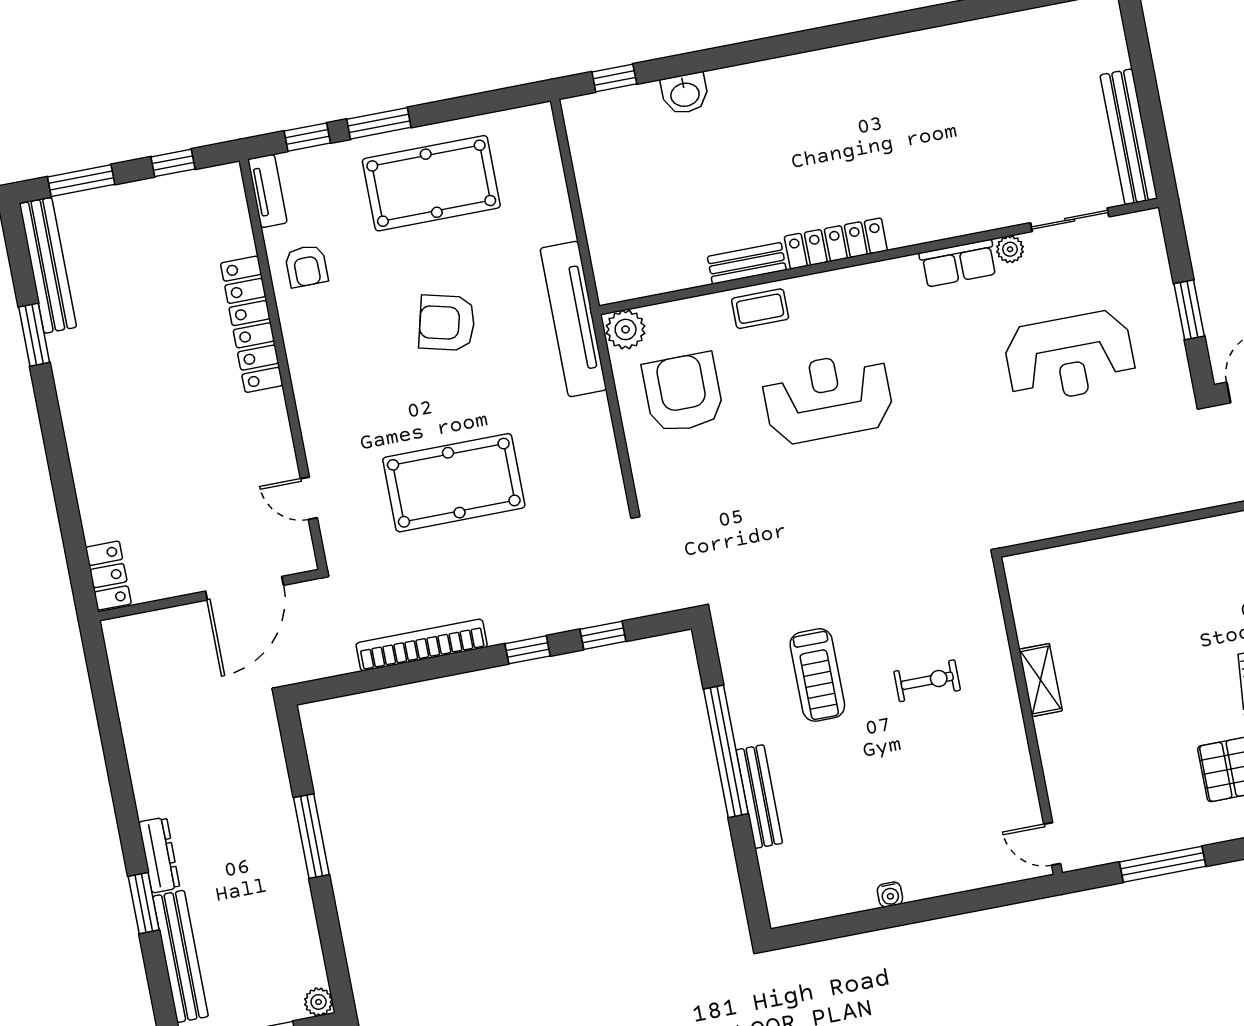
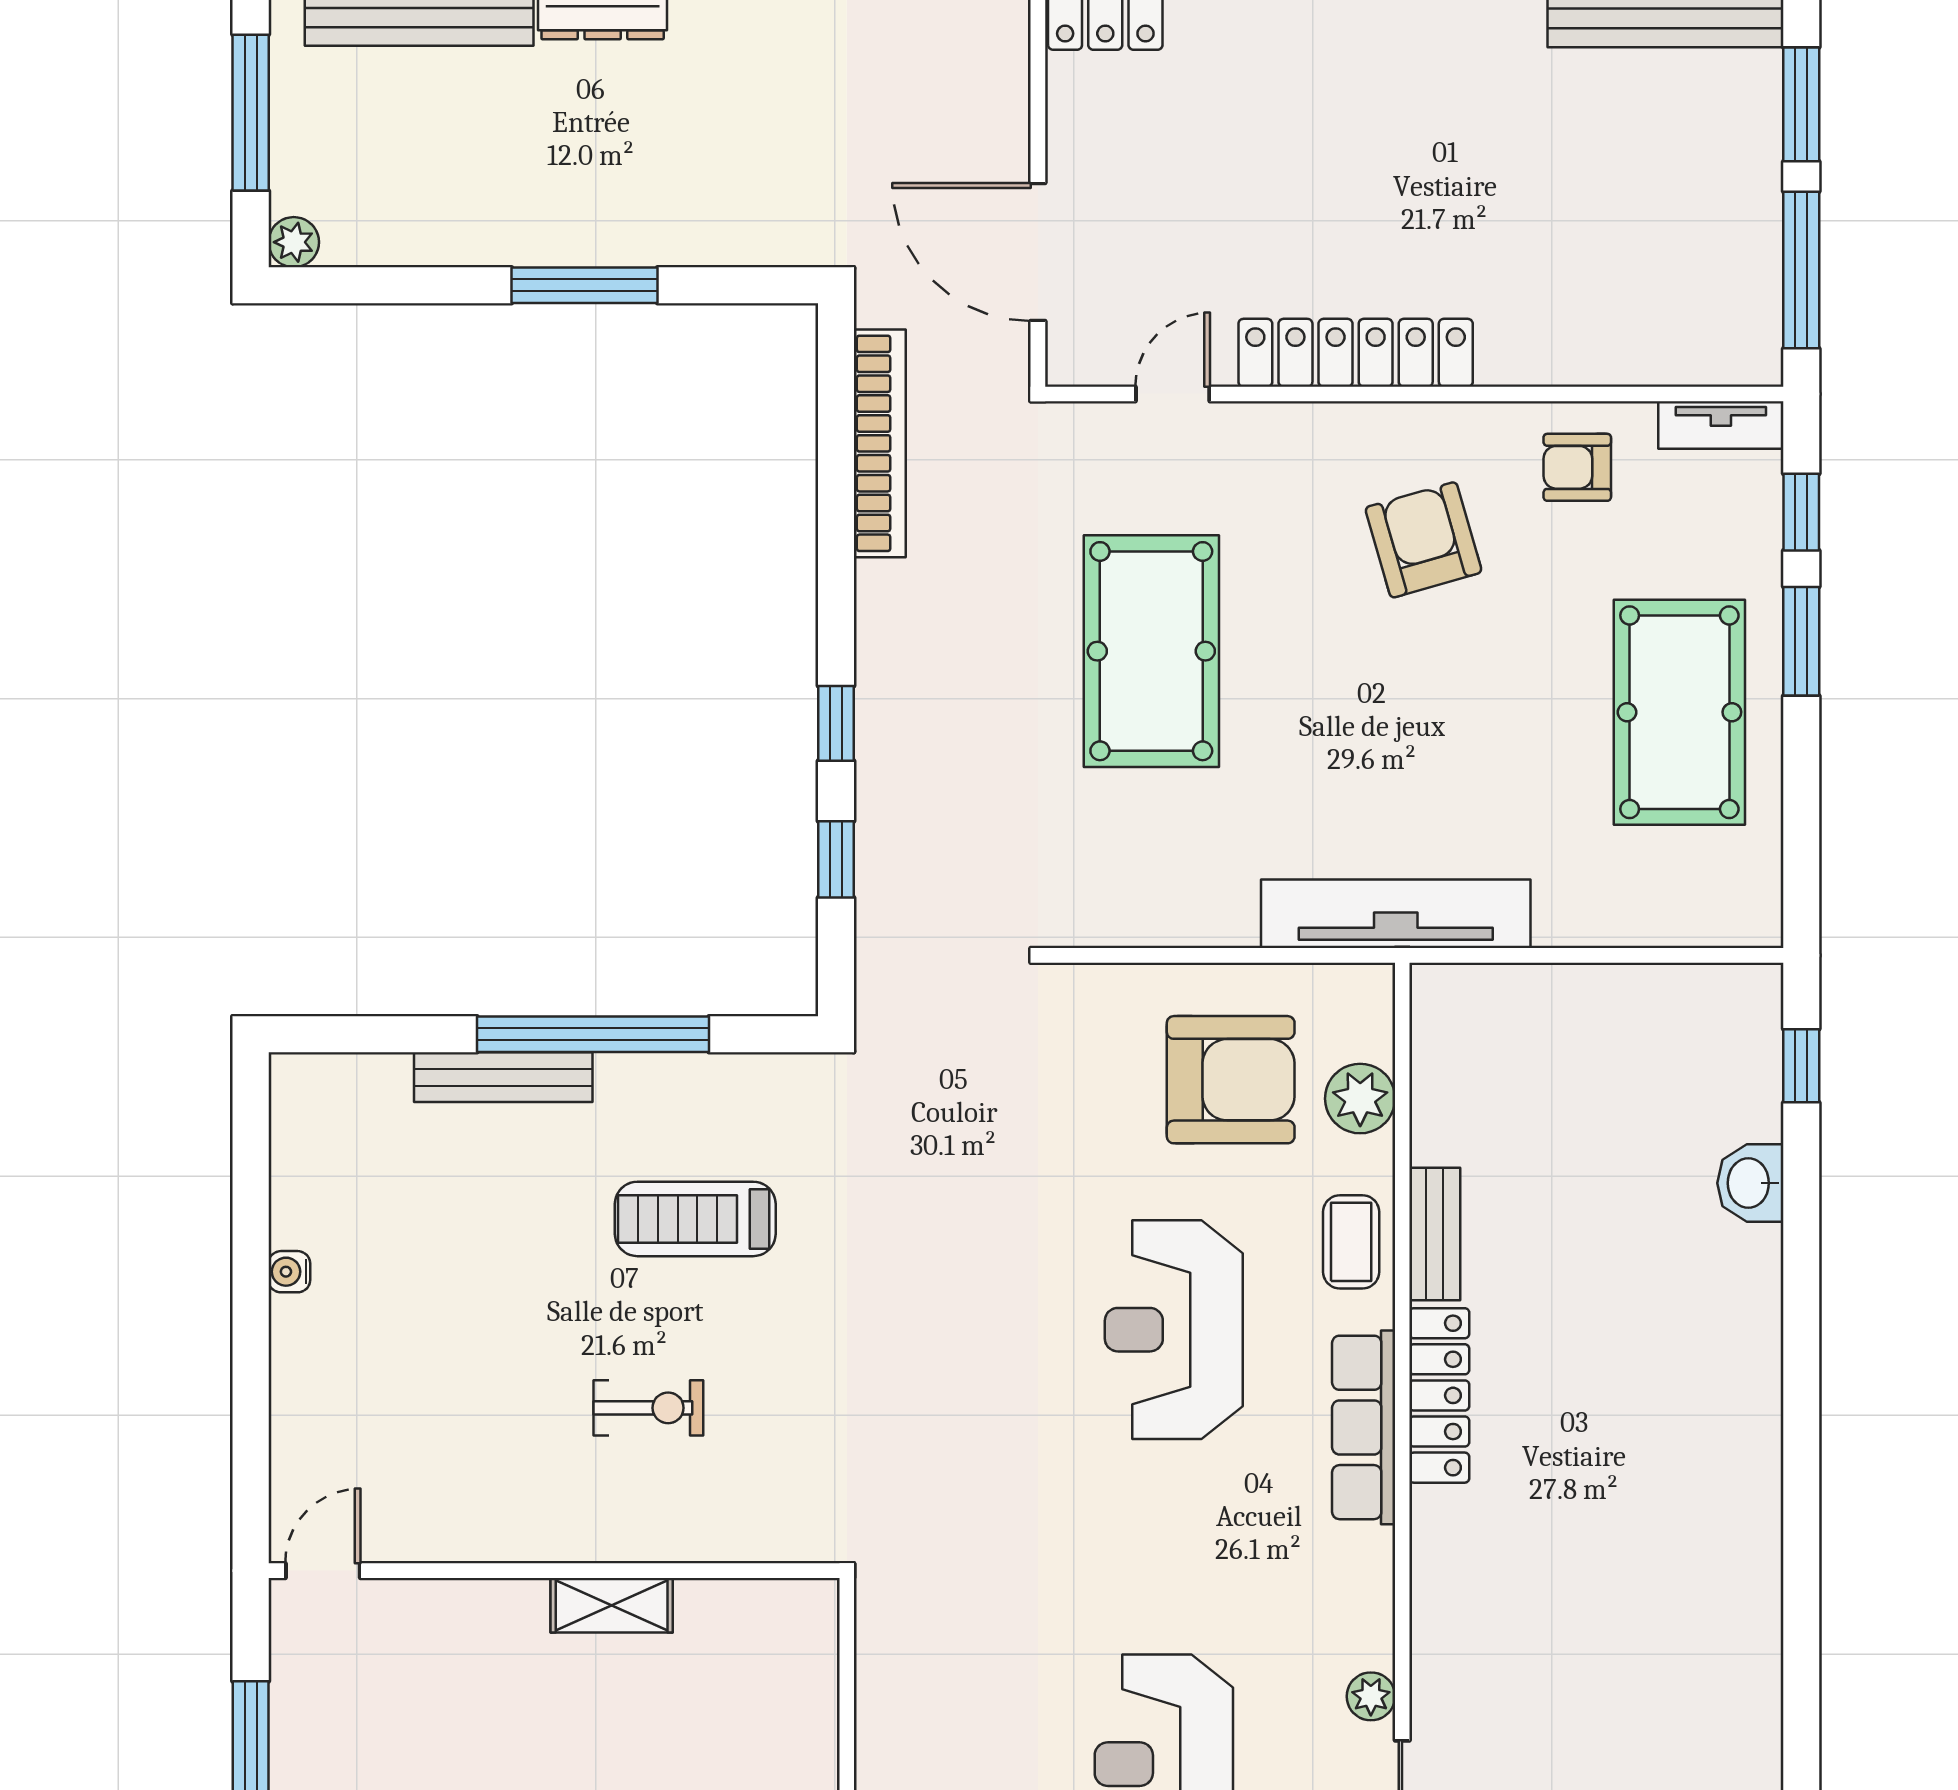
window: (173, 163) -> (1801, 270), width x2.17
row of seats: (958, 263) -> (1364, 1427), moved, width x1.48
armchair: (447, 323) -> (1423, 540), moved, turned -30
locker: (252, 324) -> (1356, 353), moved
plant: (626, 329) -> (1360, 1099), moved
reception desk: (828, 398) -> (1174, 1330), turned 180
bookcase: (422, 645) -> (880, 443), moved
exercise bike: (927, 681) -> (648, 1408), turned -90

